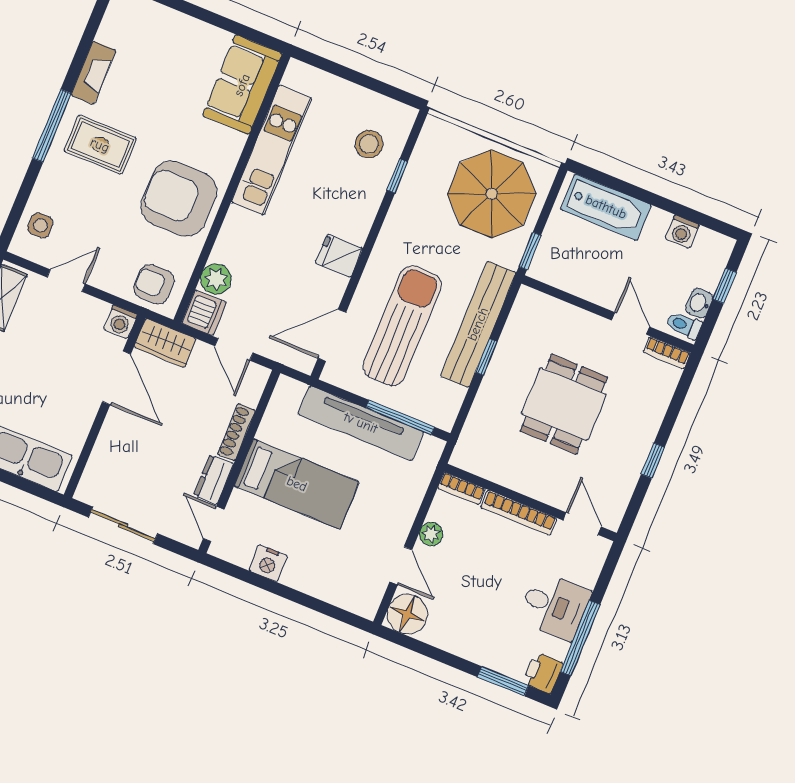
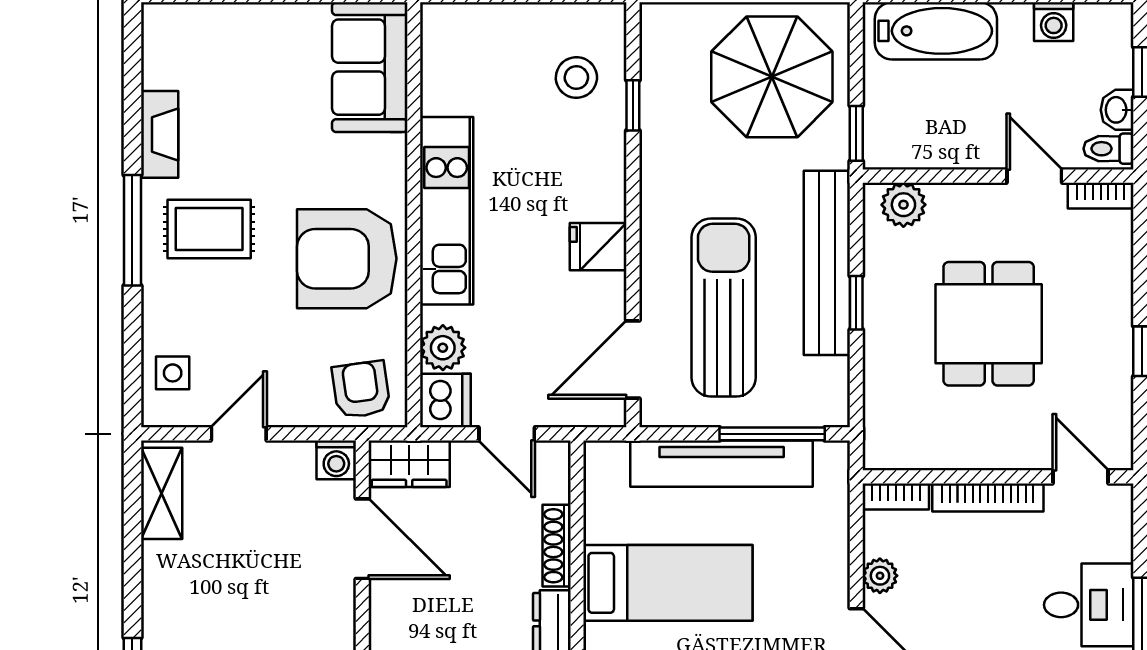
kitchen unit: (272, 150) -> (447, 211), moved
armchair: (154, 284) -> (361, 390), turned 82
plant: (541, 308) -> (903, 205), added

